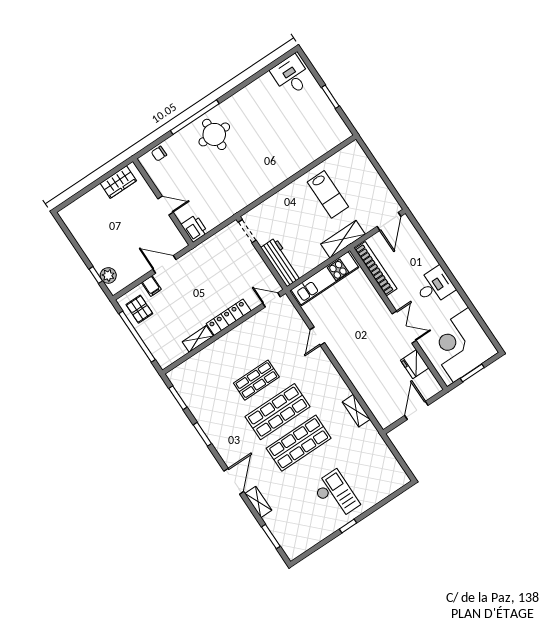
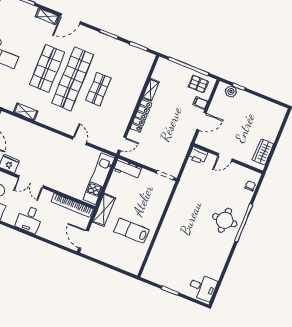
workbench: (281, 262) -> (127, 169), width x0.73
shop shelf: (278, 412) -> (73, 79), width x1.40
door: (234, 481) -> (70, 19), hinge flipped

